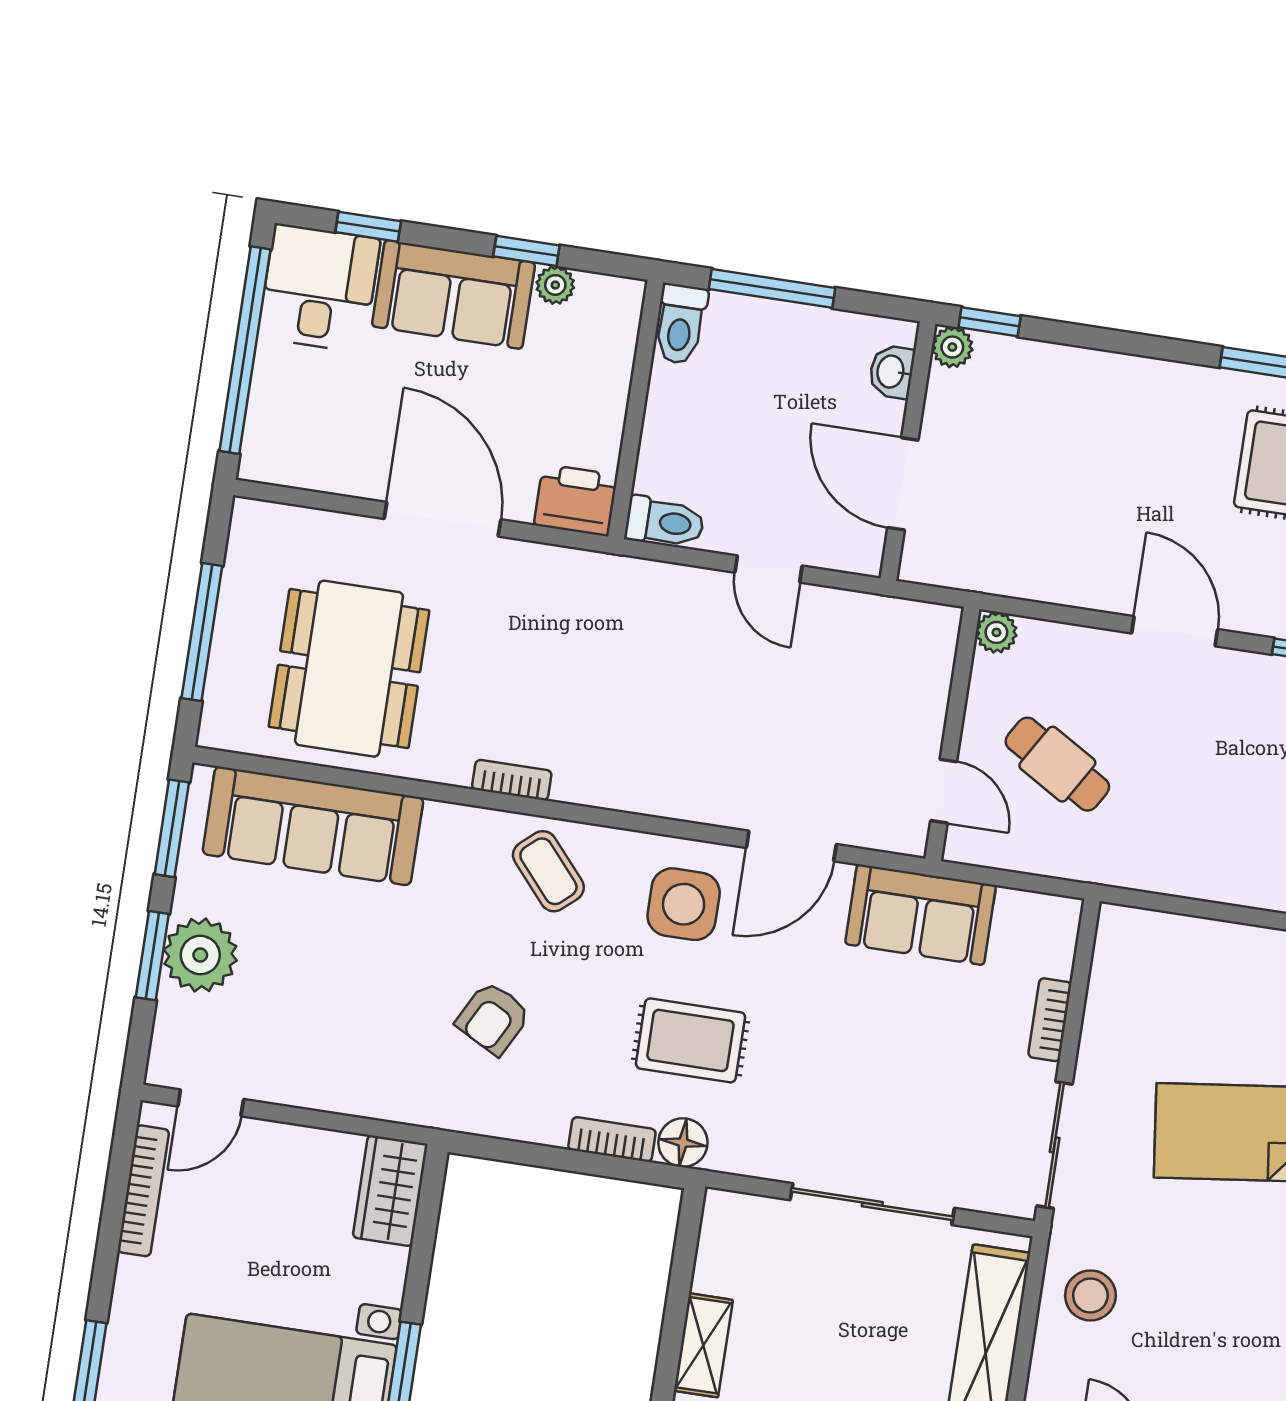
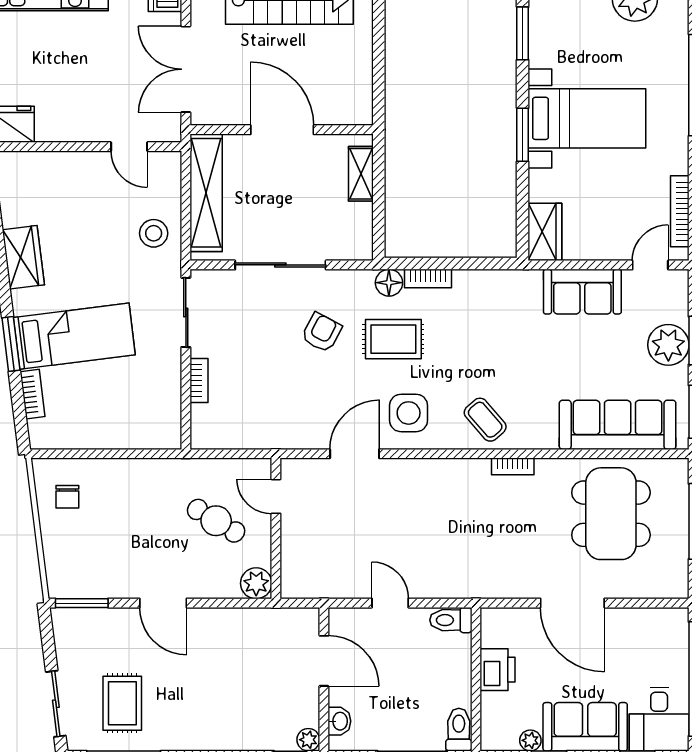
printer: (576, 500) -> (498, 670), moved, turned -90
plant: (996, 632) -> (256, 583), width x1.38, depth x1.38
sofa: (921, 915) -> (582, 292), moved, turned 180
armchair: (493, 1018) -> (322, 332), moved

